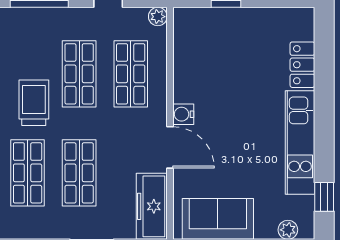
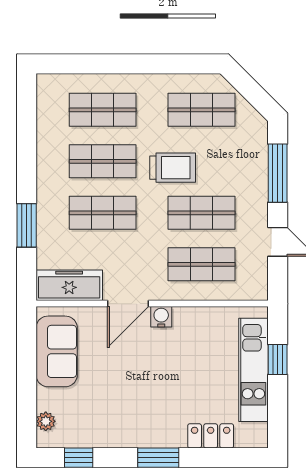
plant: (158, 17) -> (259, 291), removed
window: (324, 117) -> (158, 458), added
kitchen unit: (300, 143) -> (253, 370), moved, turned -90

